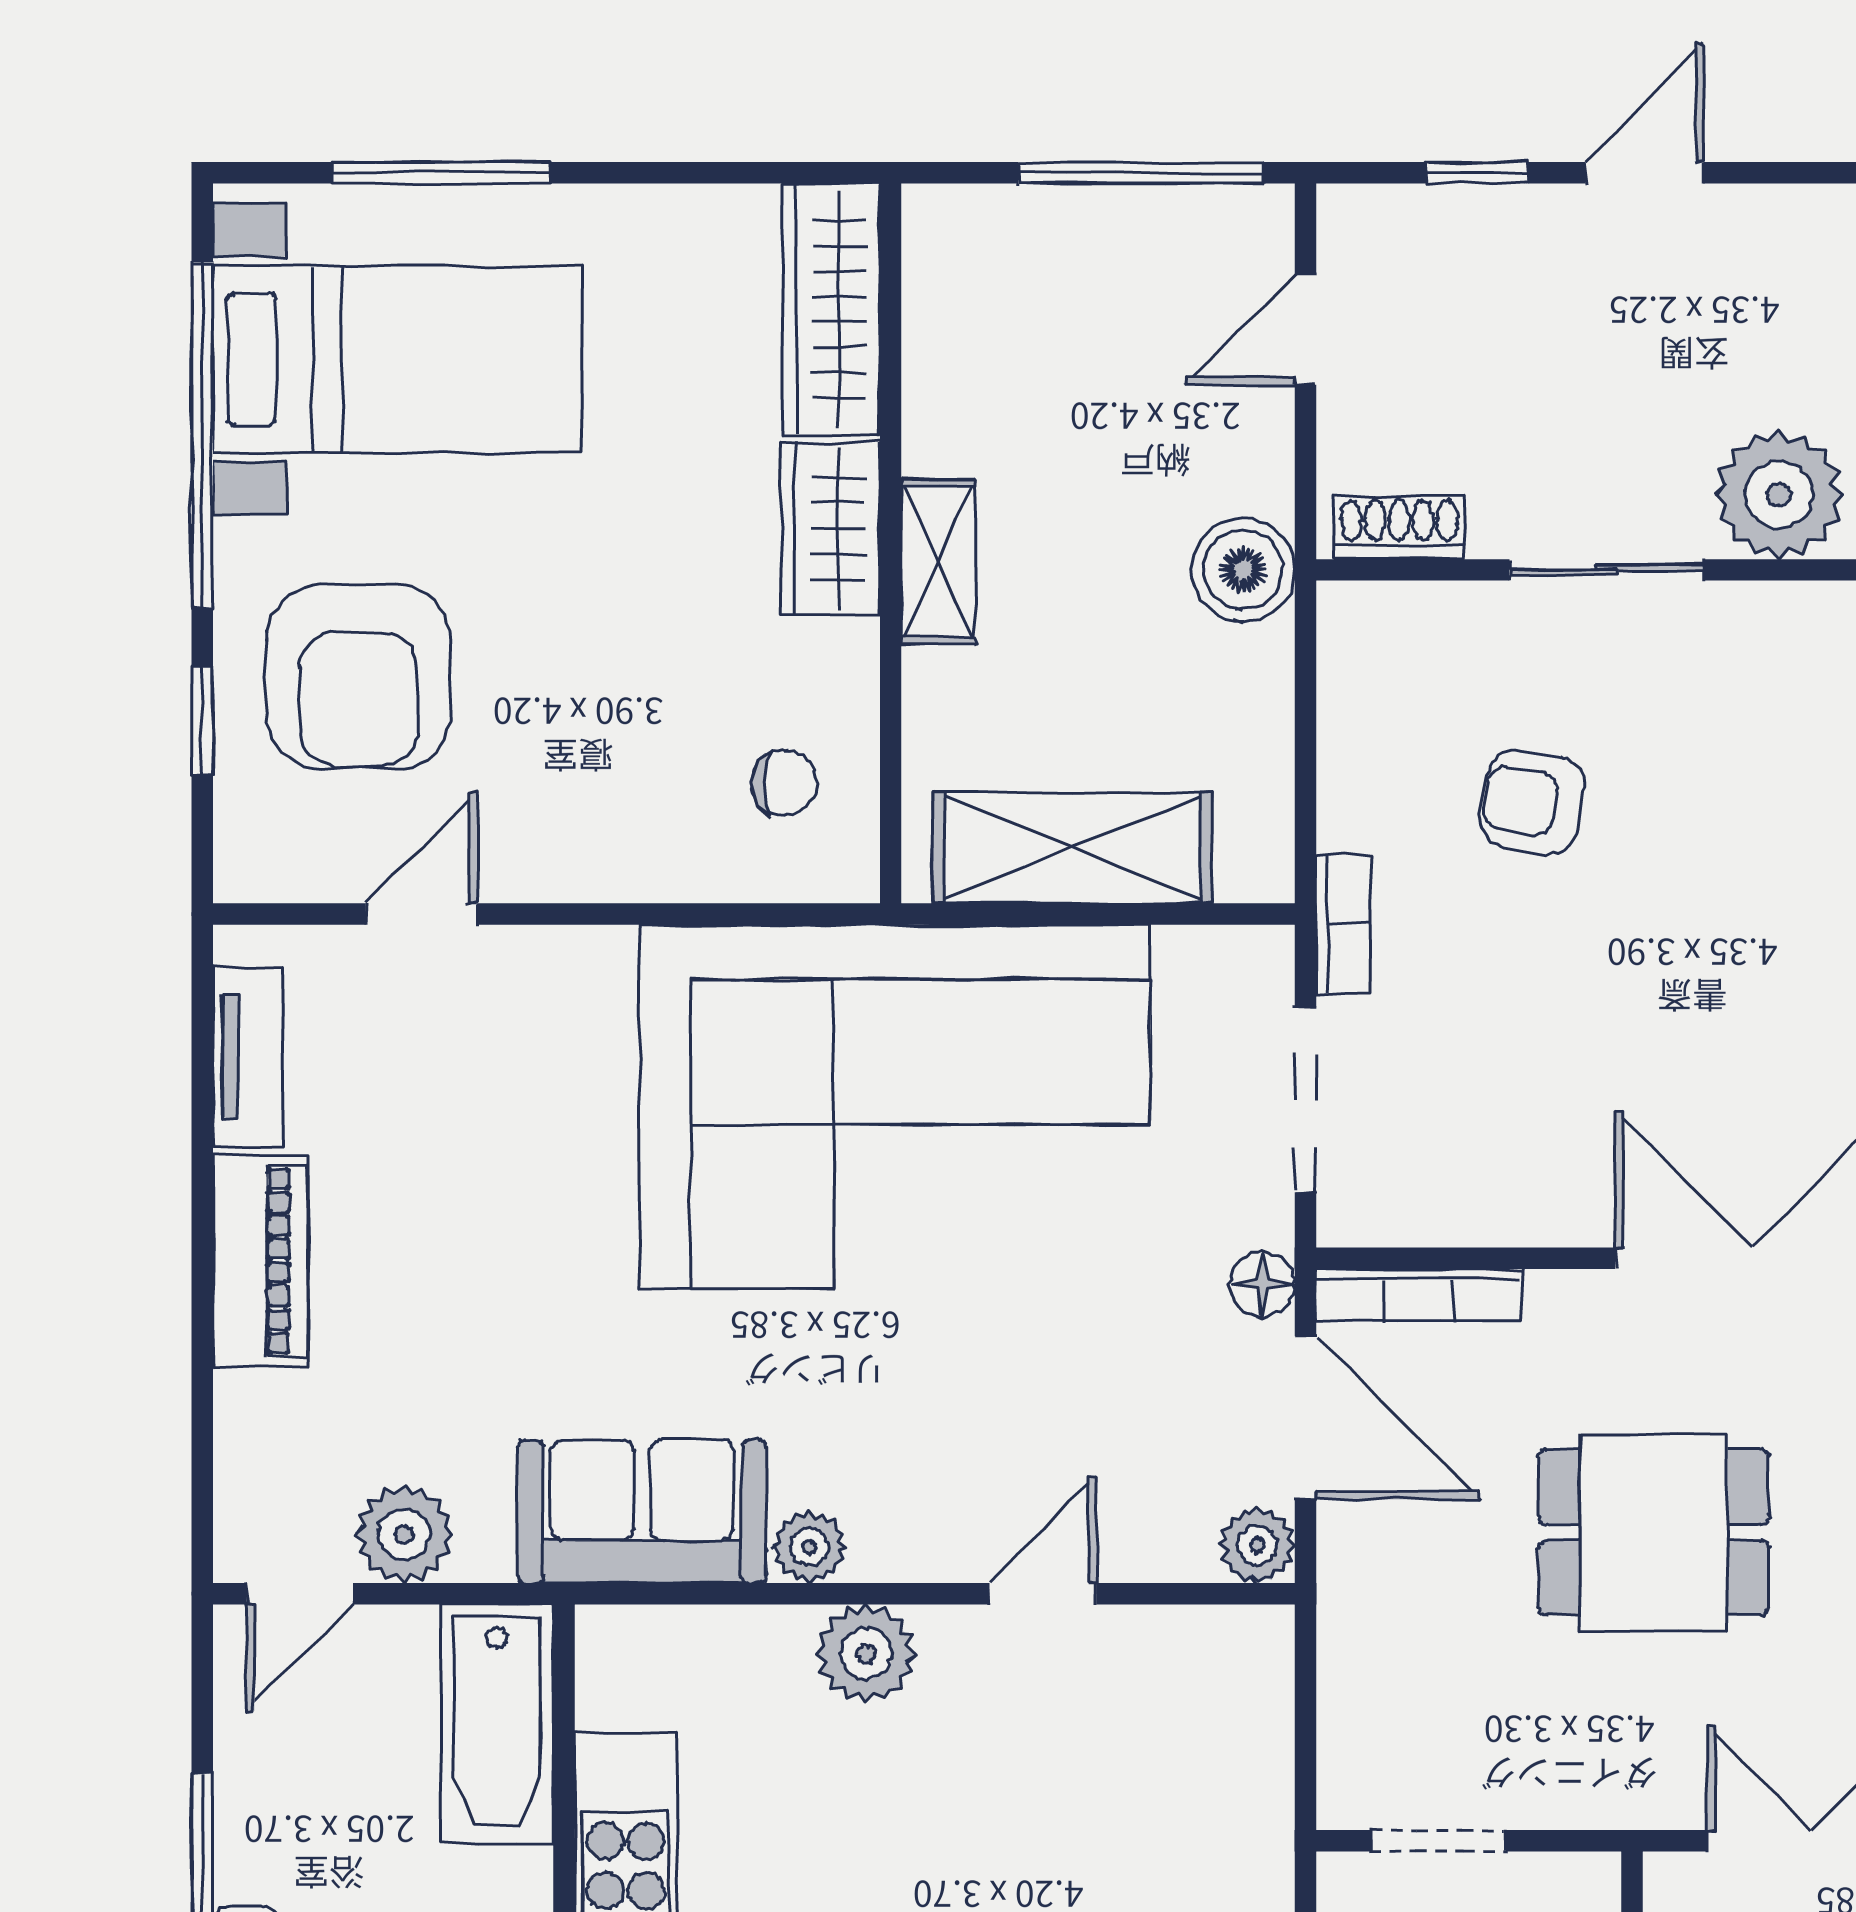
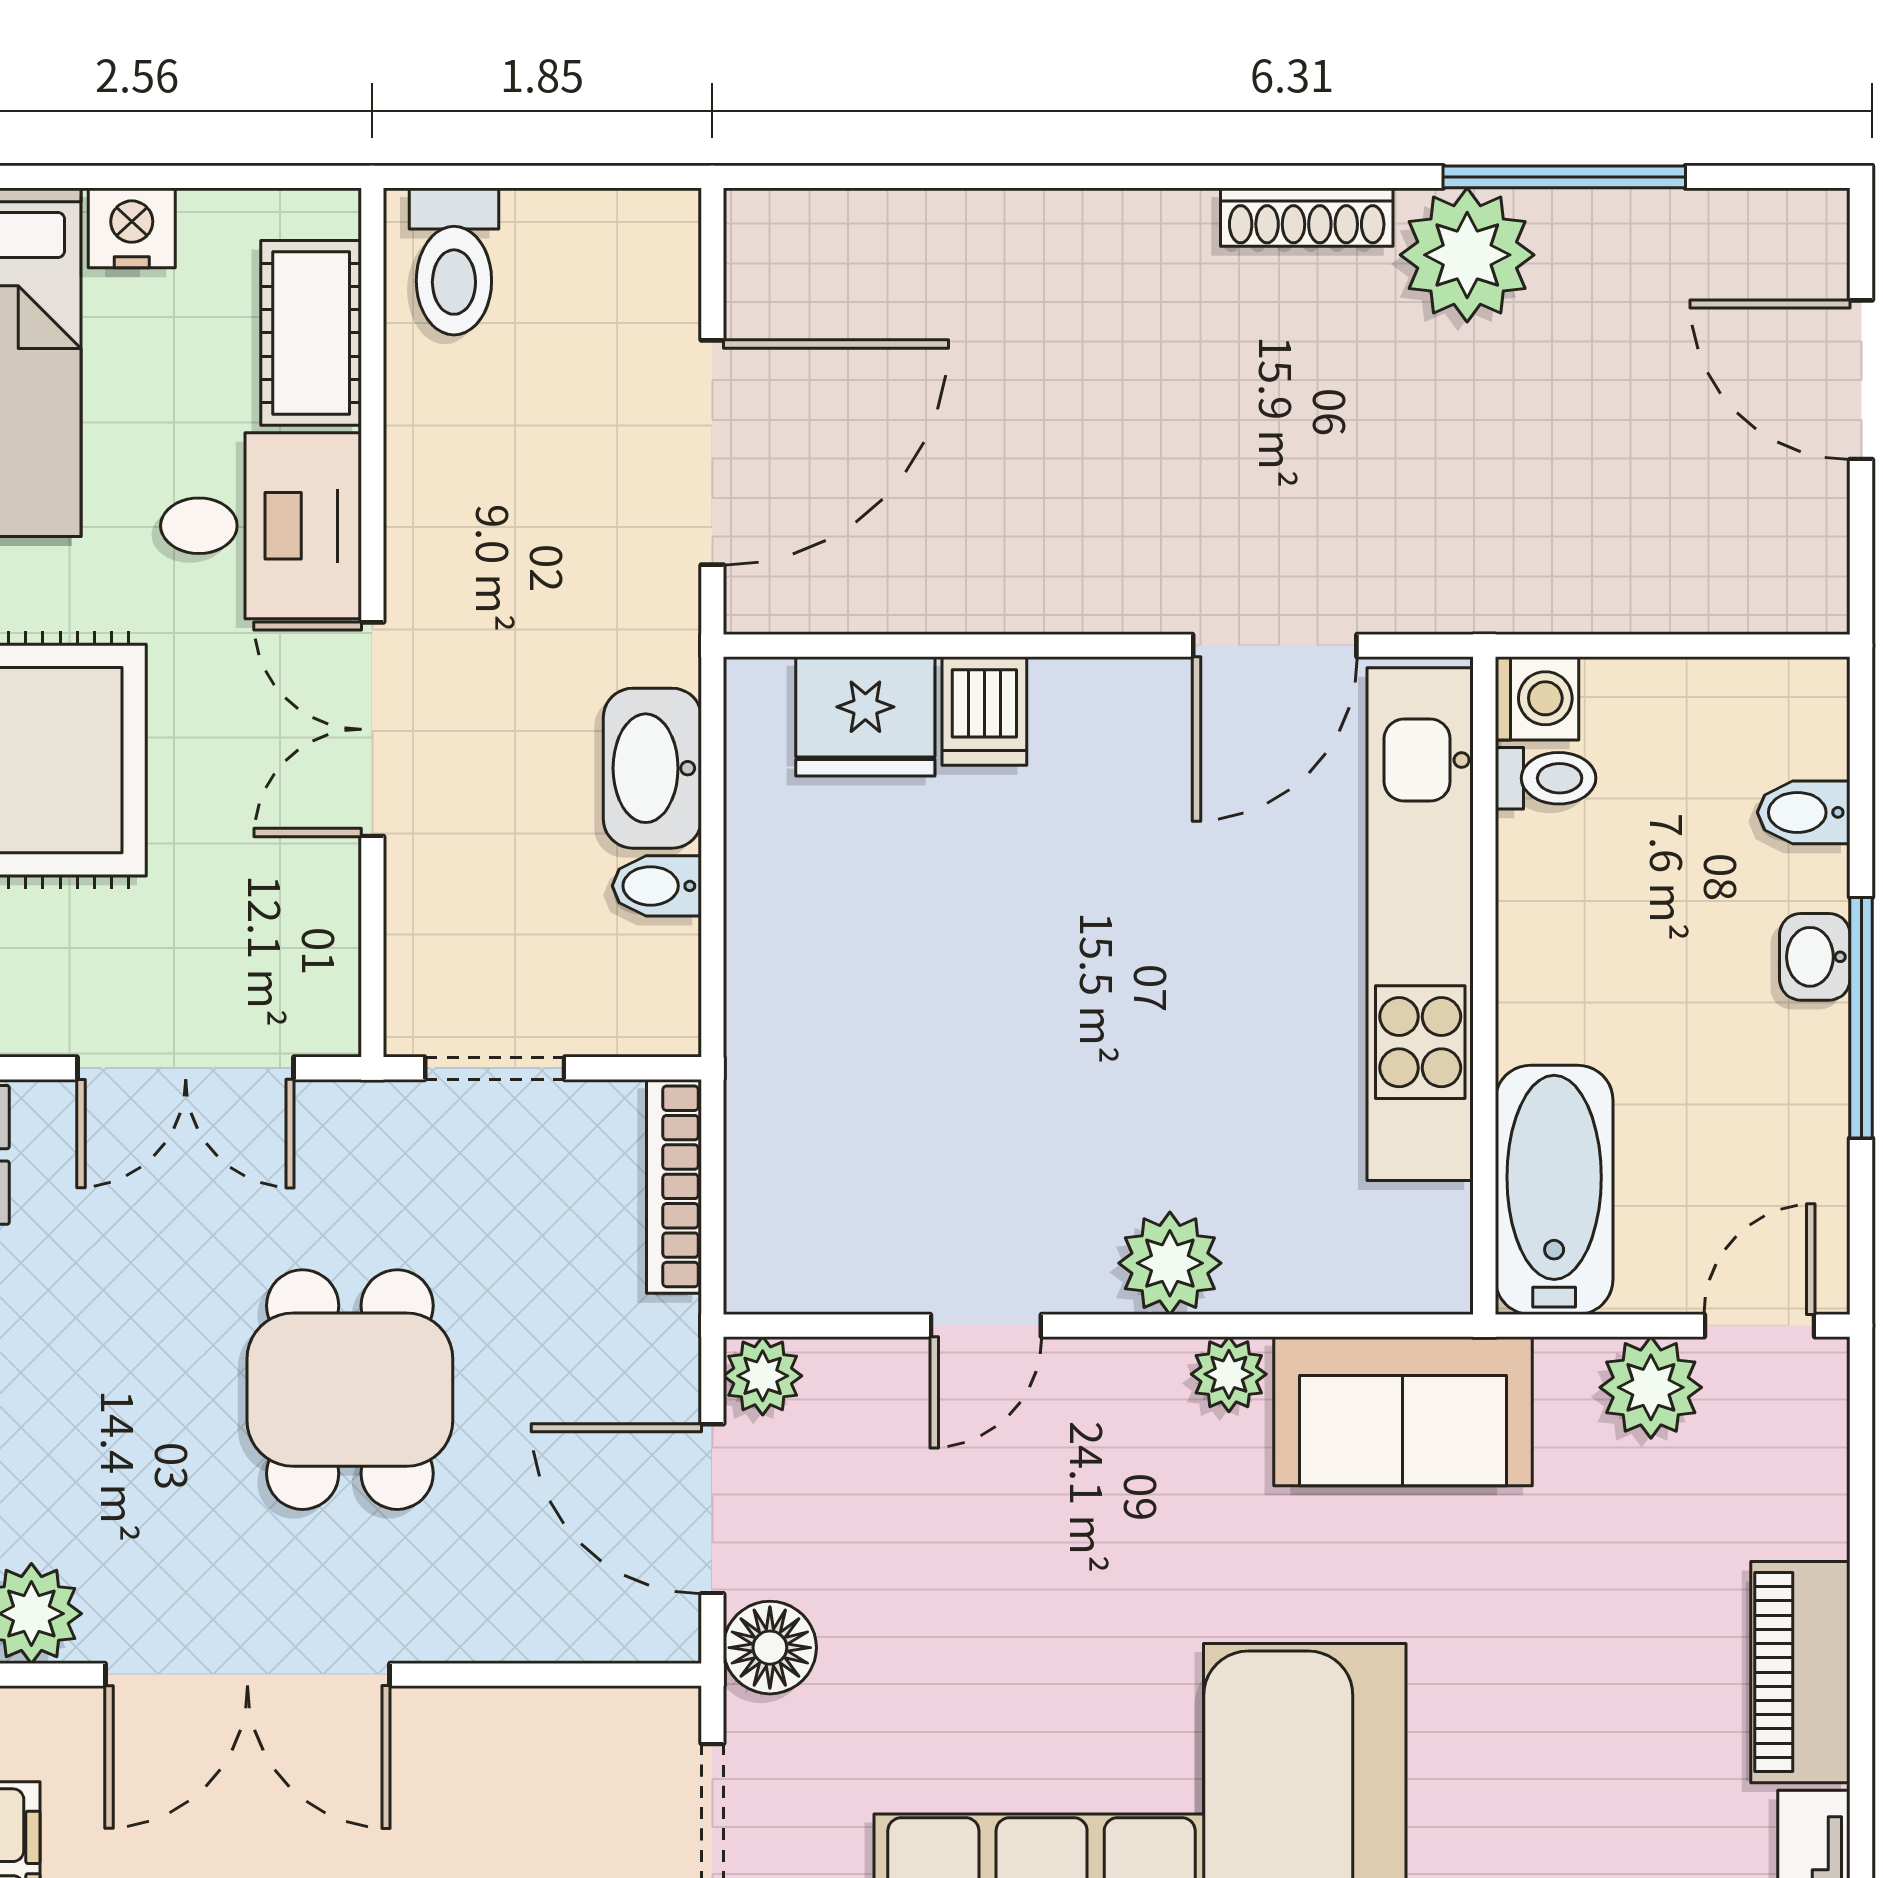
floor lamp: (1262, 1284) -> (770, 1648), width x1.37, depth x1.37
bookcase: (1419, 1295) -> (674, 1186), moved, turned -90
dining table: (1654, 1532) -> (350, 1390), turned 90
doorway: (1439, 1841) -> (495, 1068), moved

